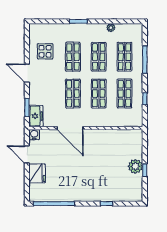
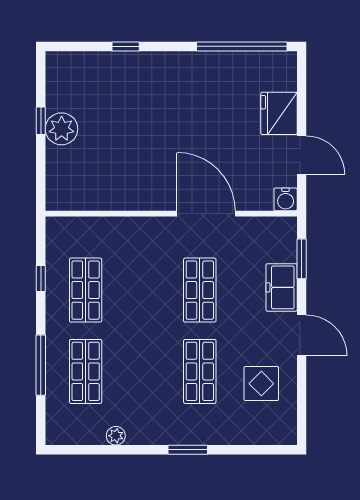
shop shelf: (99, 57) -> (143, 371), removed
shop shelf: (99, 94) -> (143, 290), removed
freezer: (36, 116) -> (282, 287), moved

